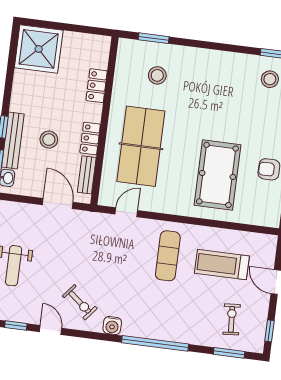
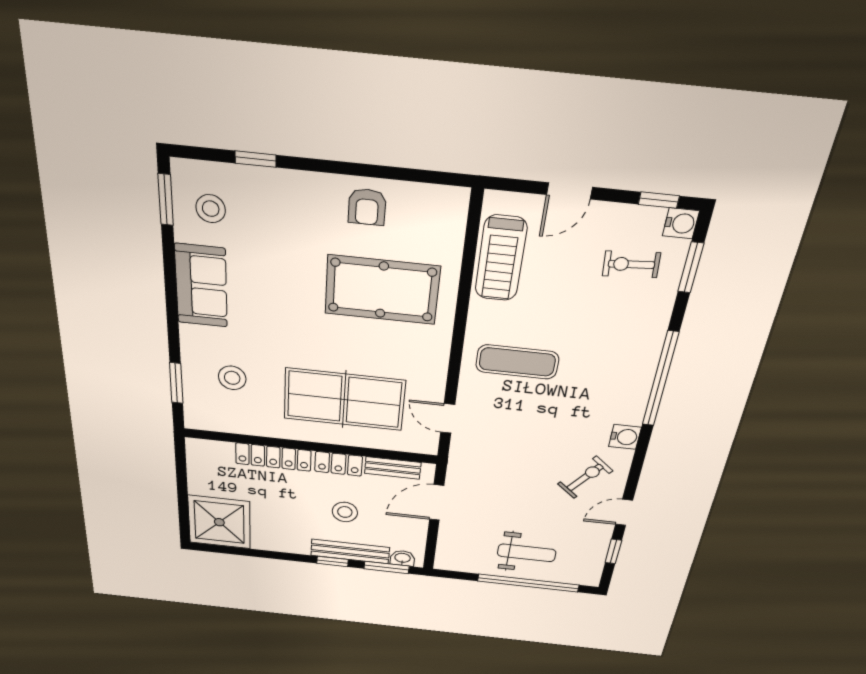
sofa: (222, 66) -> (201, 286), added
locker: (97, 86) -> (273, 457), width x1.53
treadmill: (222, 265) -> (501, 258), moved
water cooler: (256, 344) -> (681, 223), added

